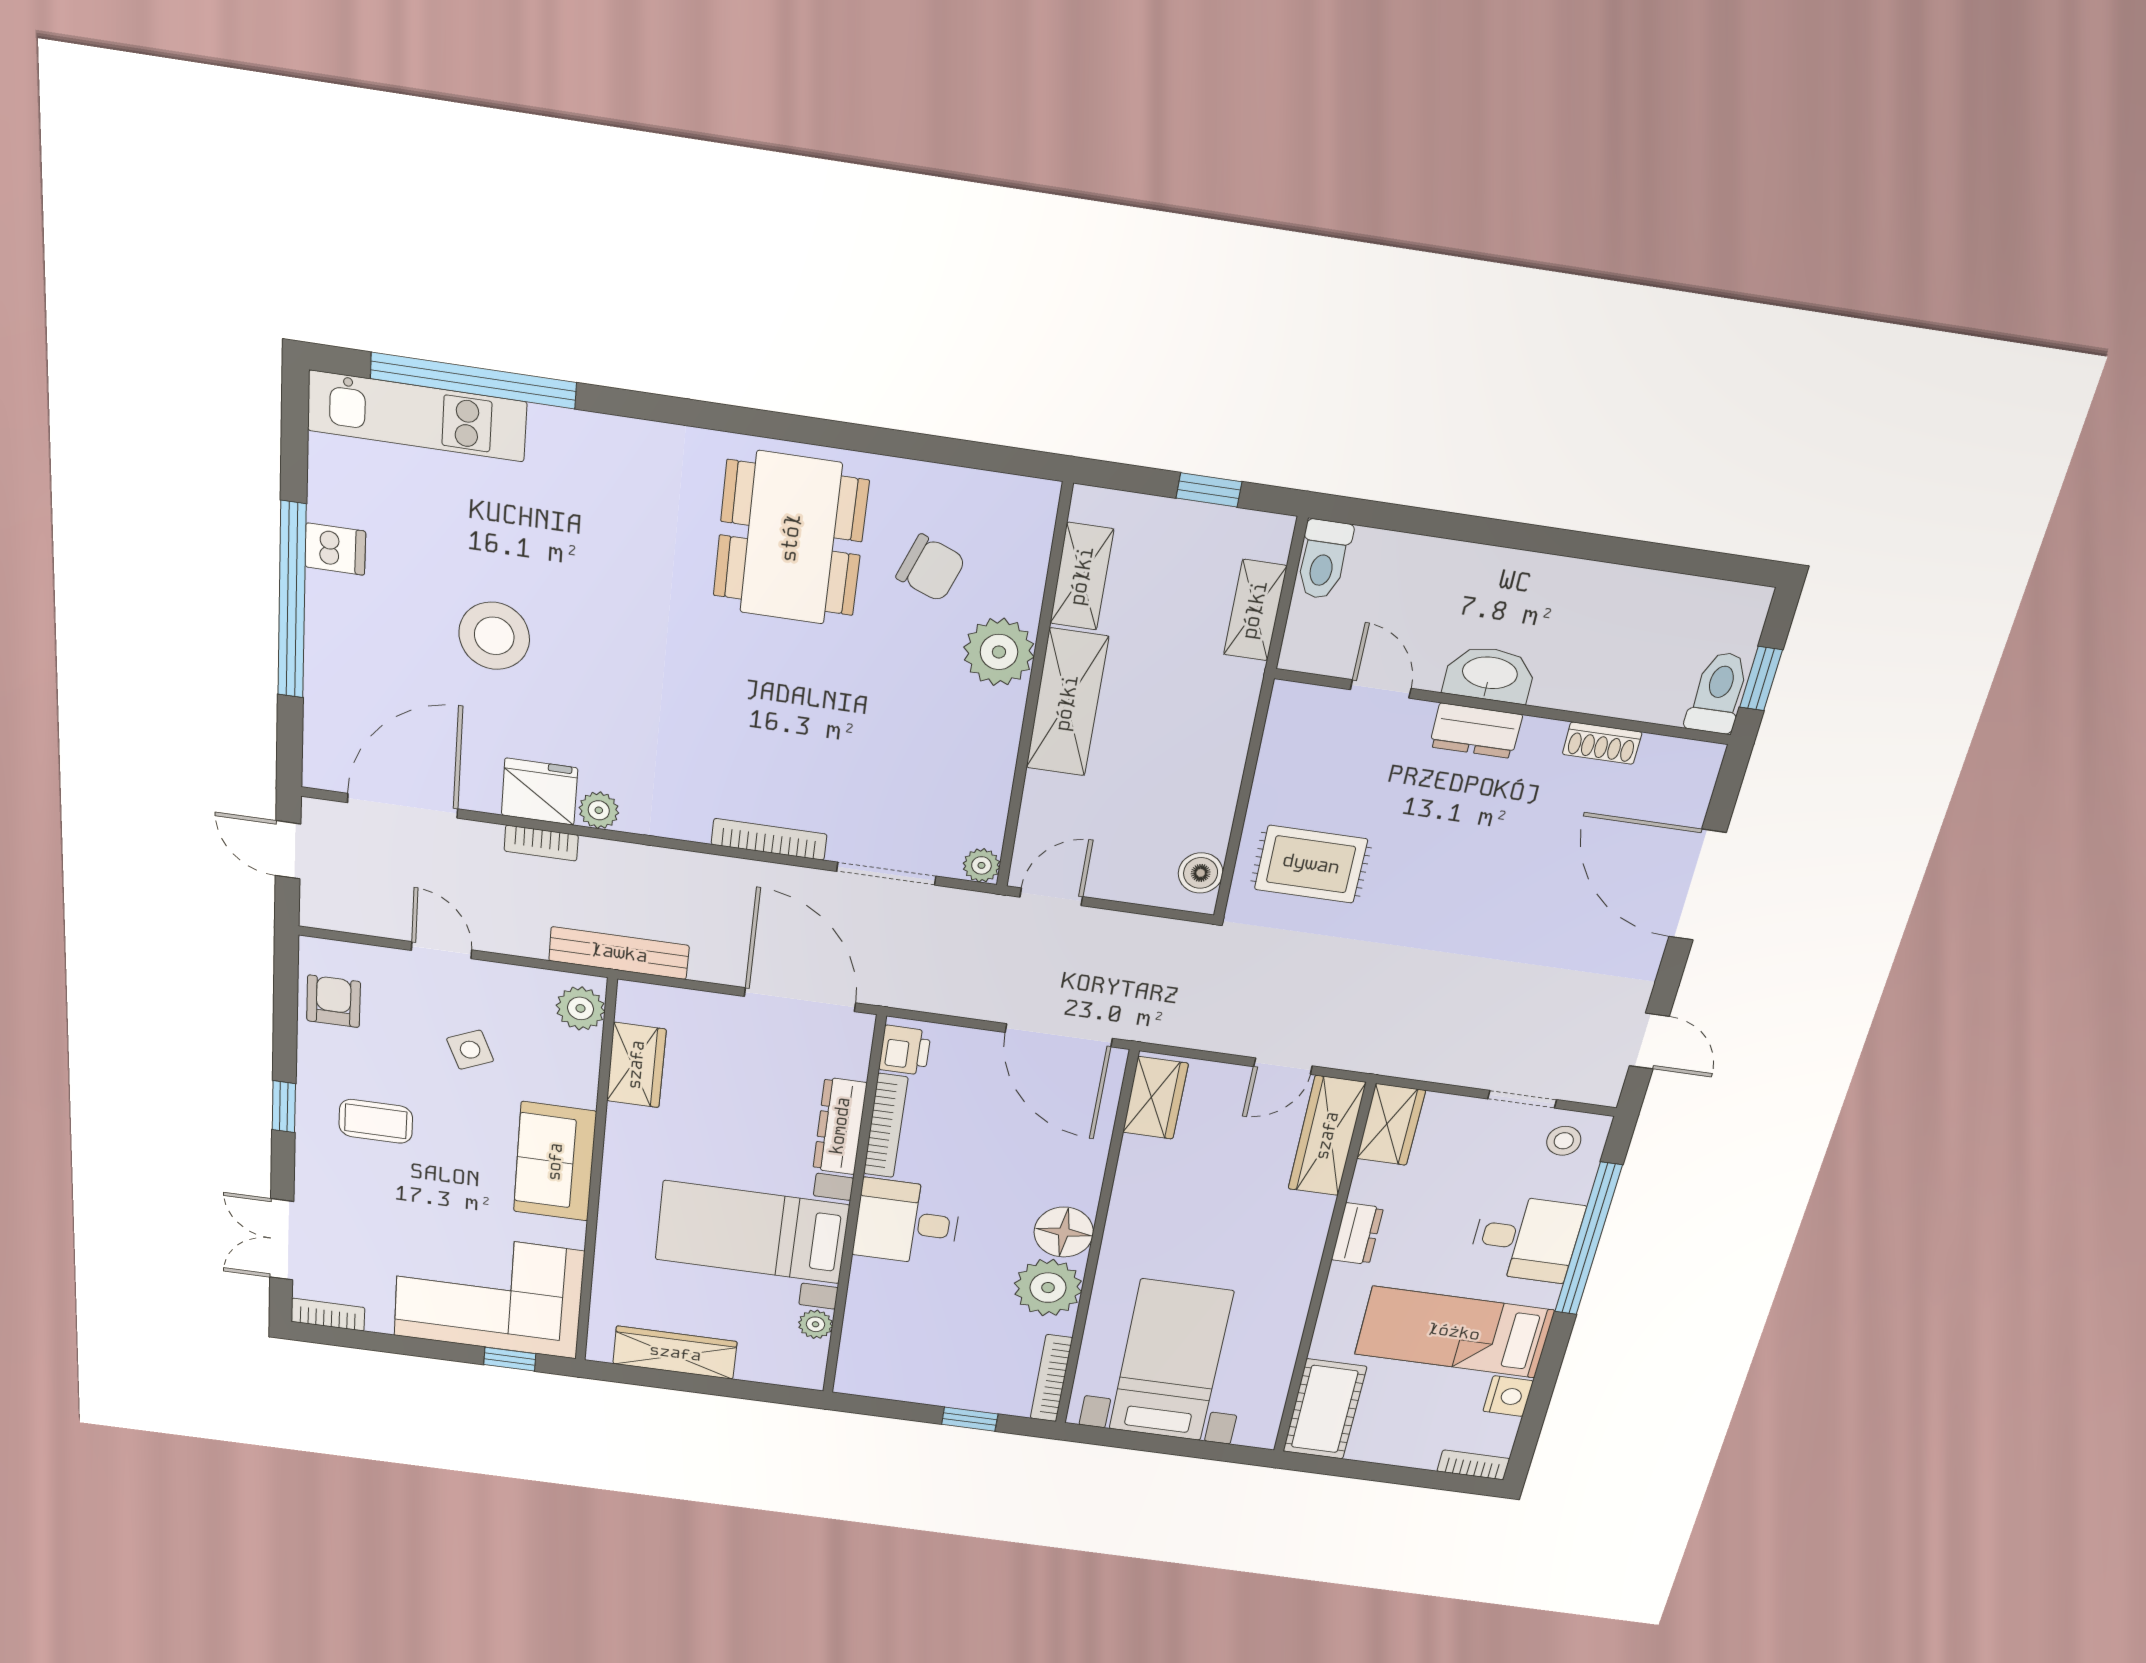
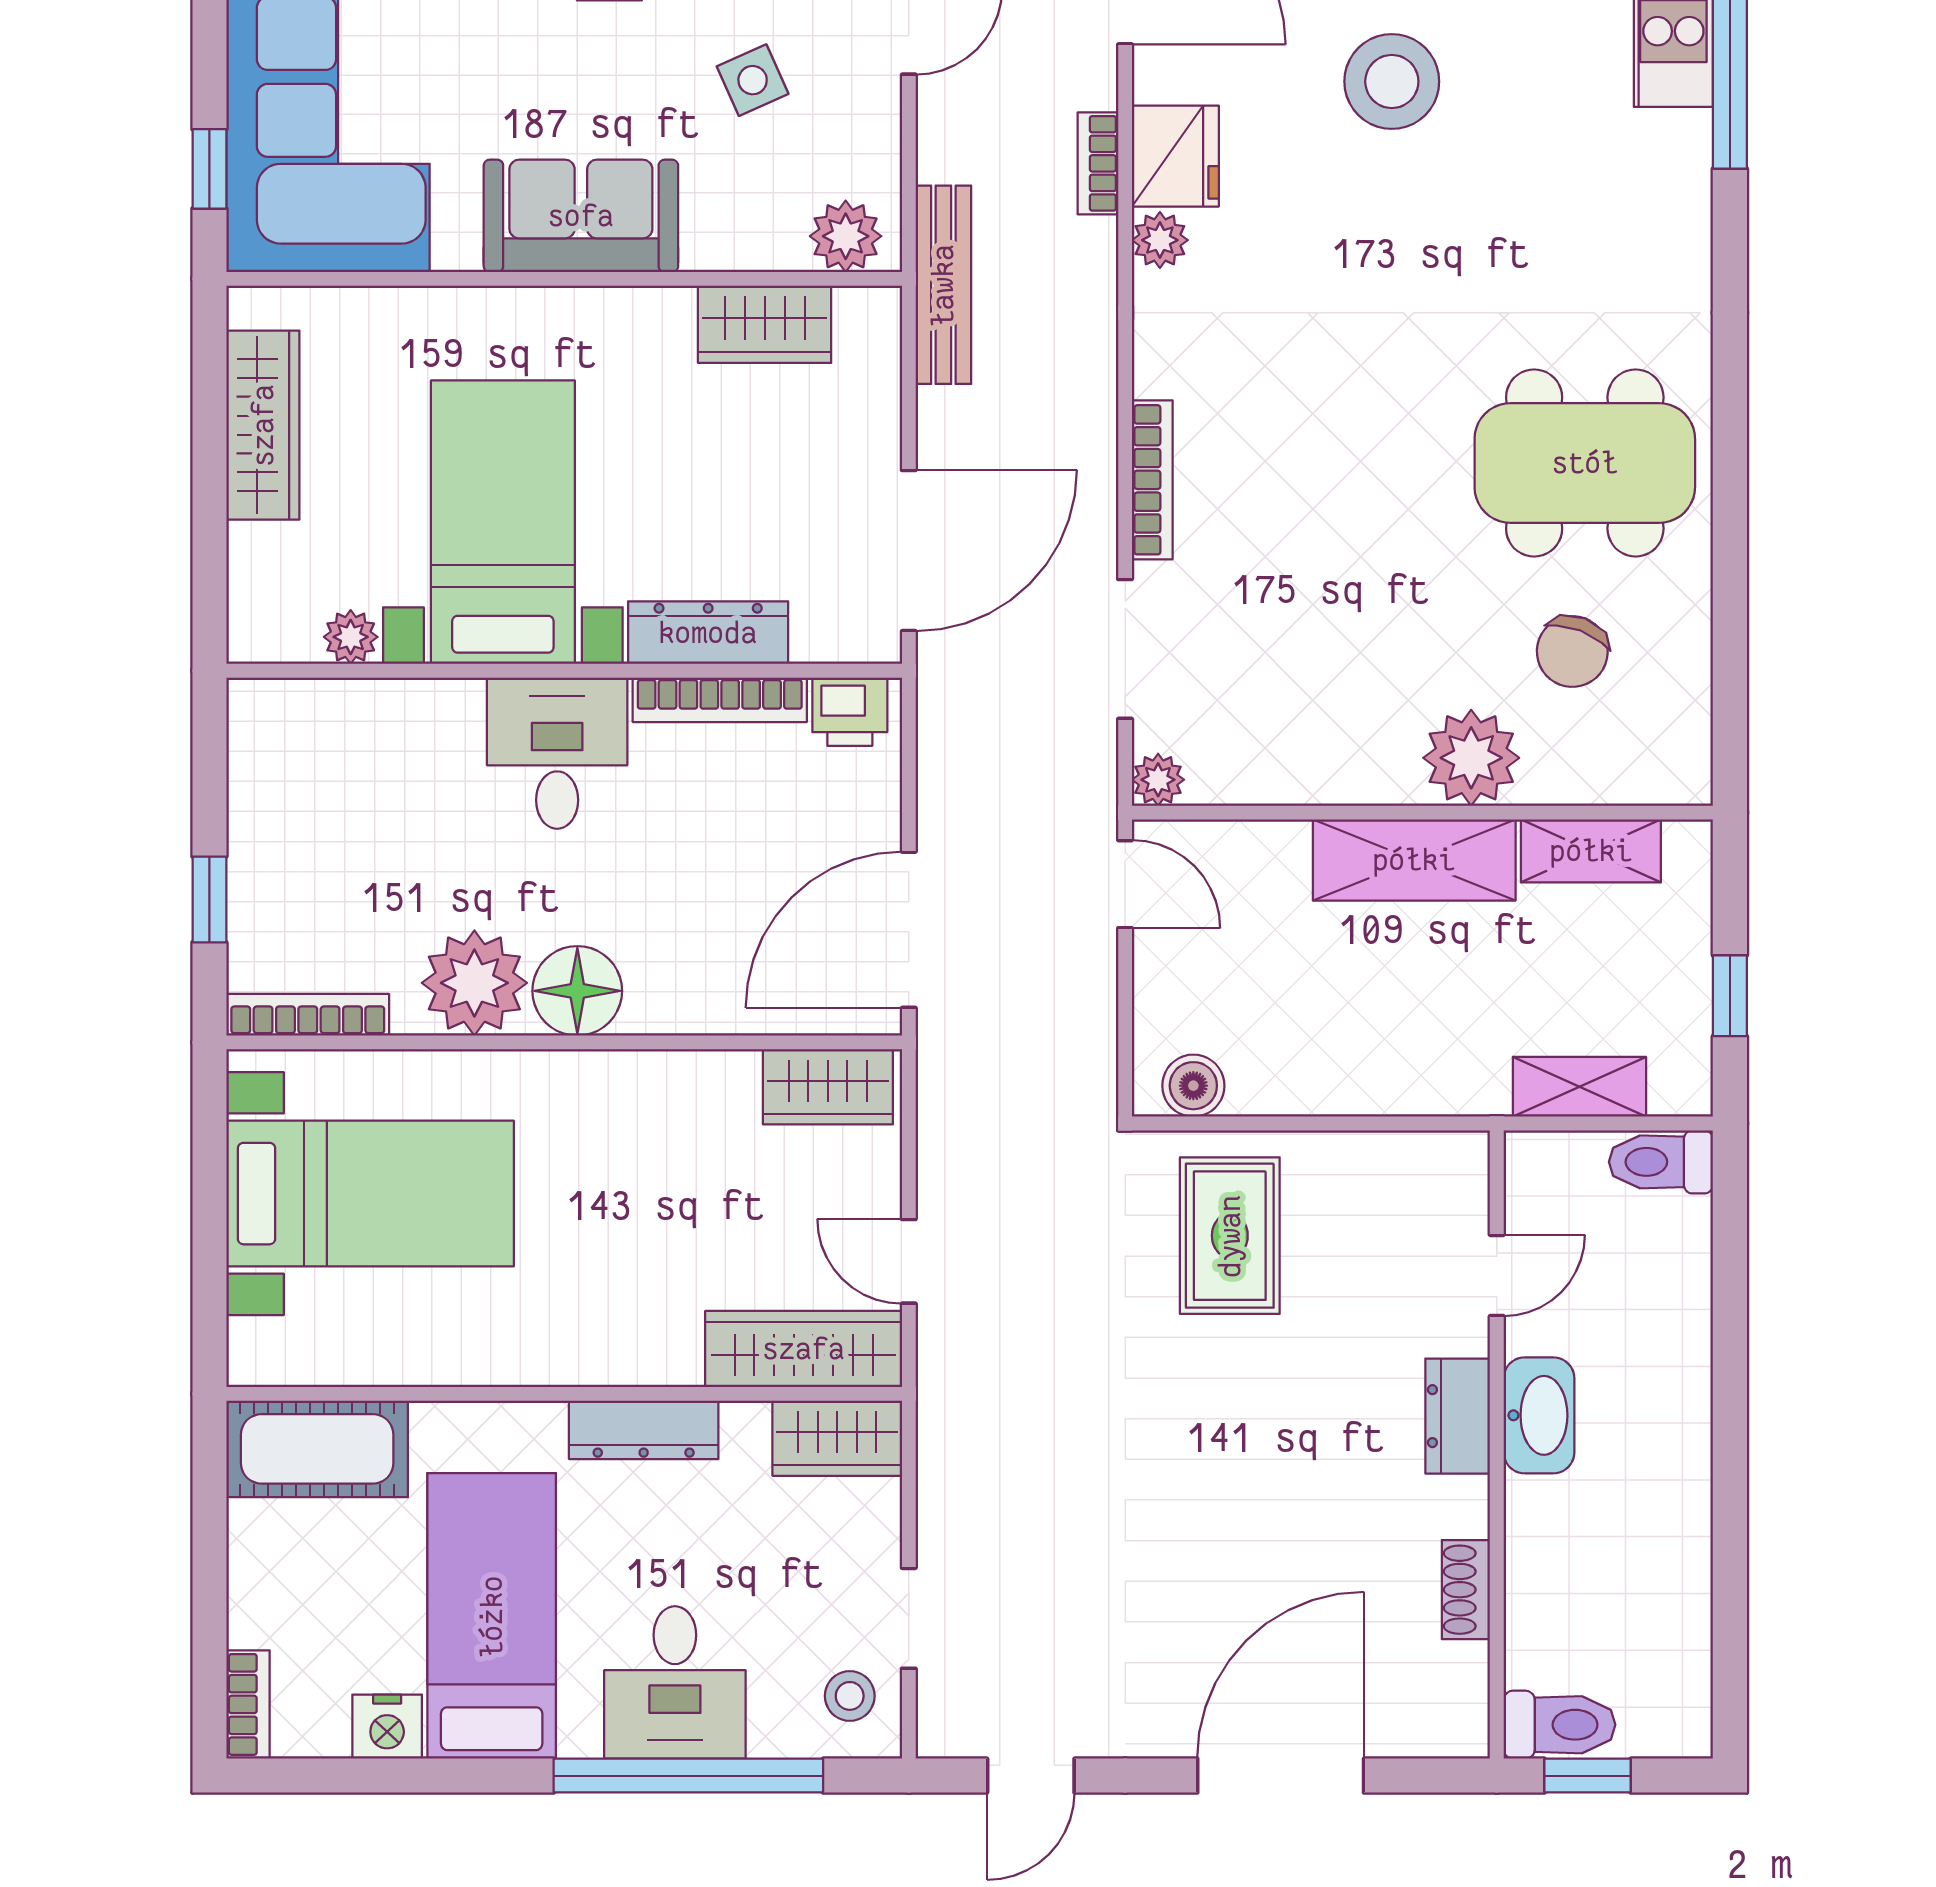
dresser: (1357, 1234) -> (644, 1430), width x1.44

